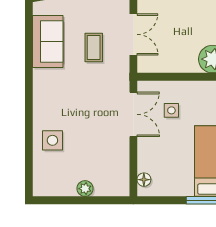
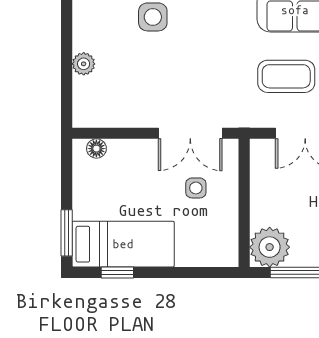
coffee table: (94, 47) -> (286, 76), width x1.36, depth x1.30

